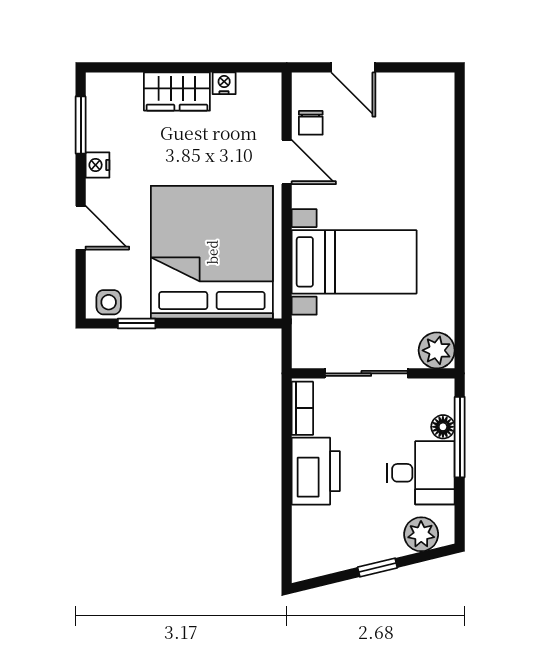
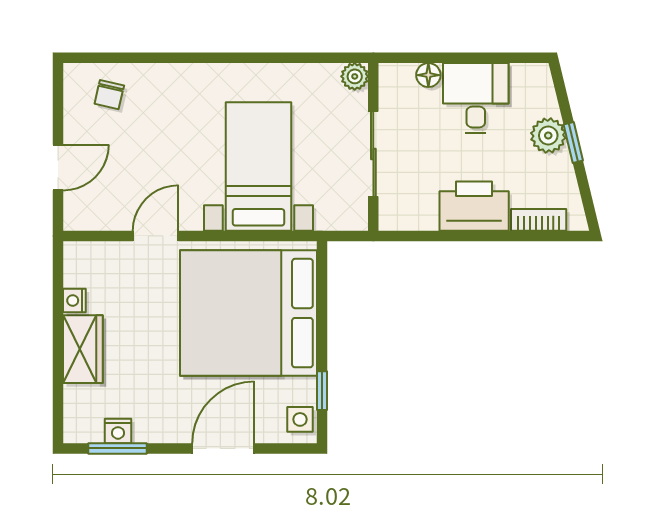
chair: (311, 123) -> (109, 95), moved, turned 103
nightstand: (97, 165) -> (118, 431), moved
door: (81, 228) -> (223, 448), width x1.37
plant: (437, 350) -> (355, 76), width x0.73, depth x0.73
bookcase: (302, 408) -> (539, 220), moved
window: (460, 437) -> (439, 58), removed
plant: (421, 534) -> (548, 135), moved

